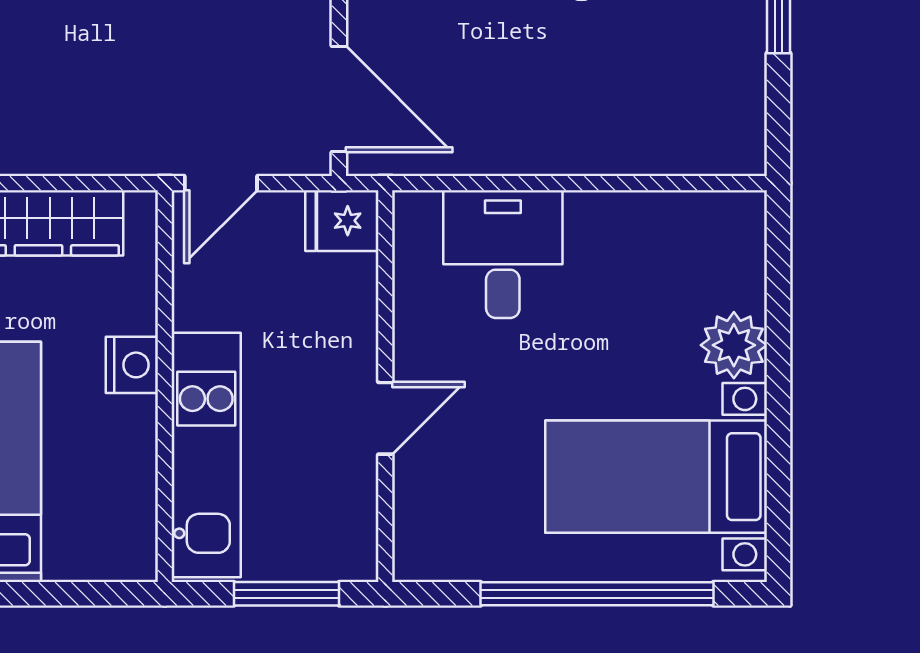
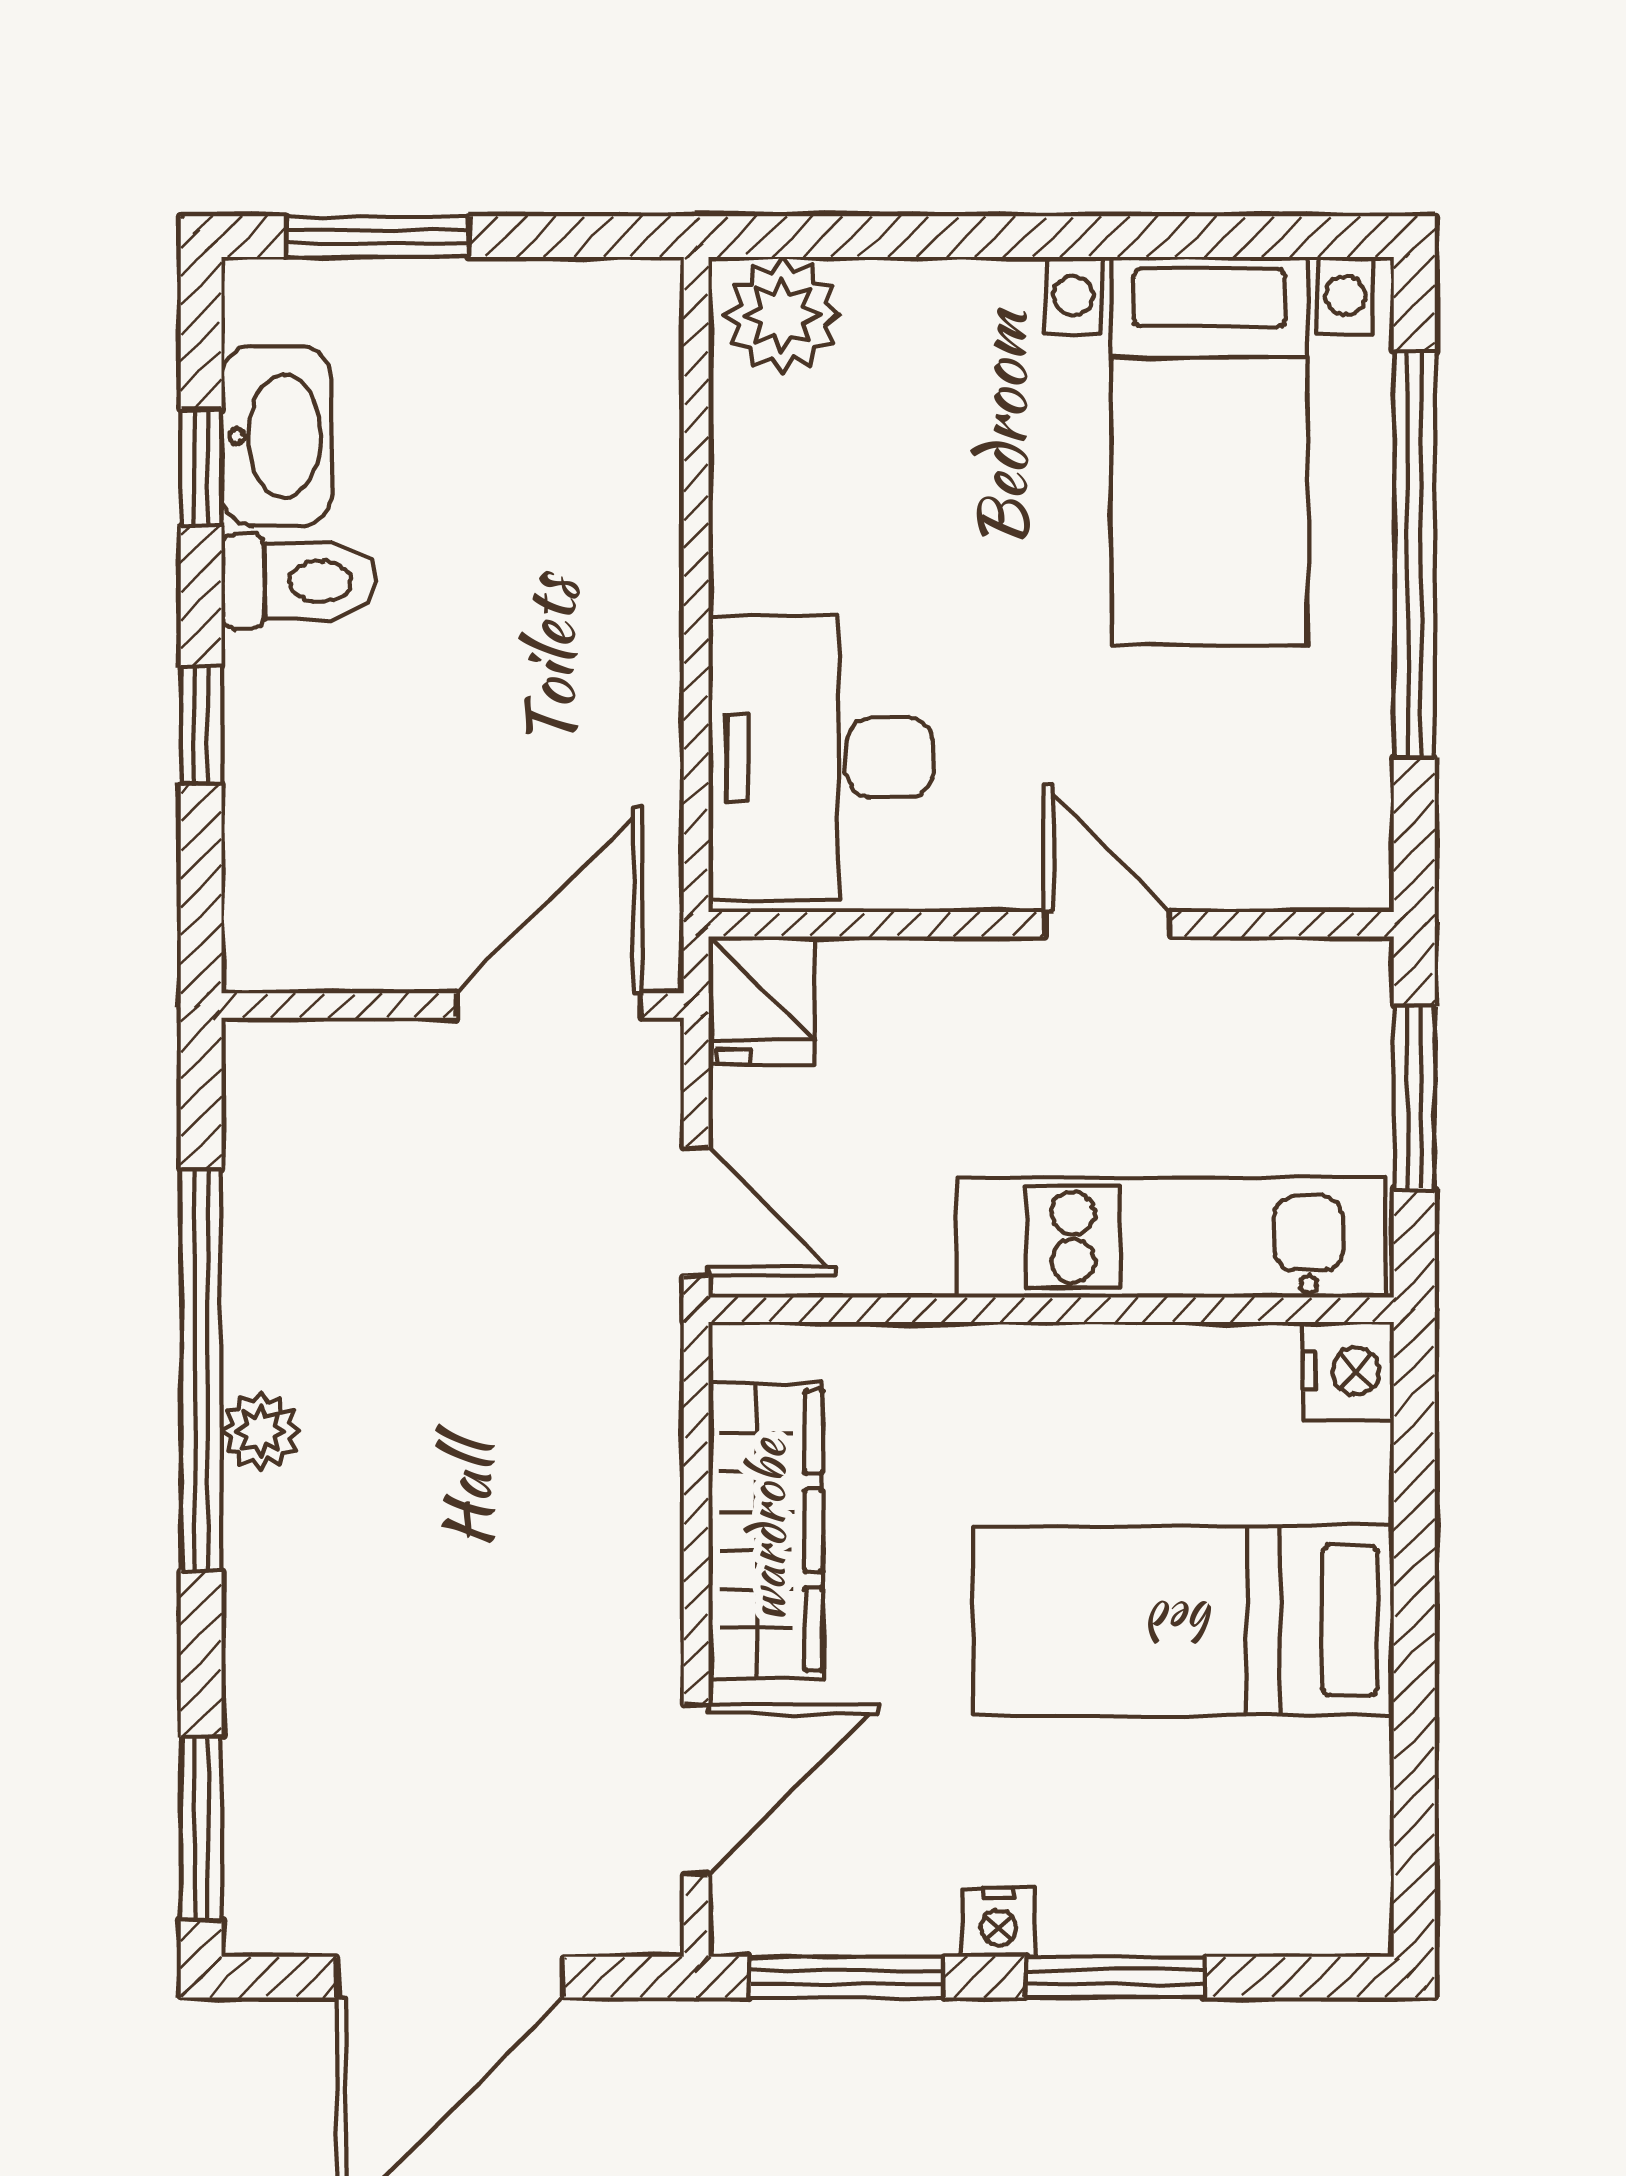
desk: (503, 254) -> (820, 757), width x1.37
plant: (734, 345) -> (782, 315), moved
nightstand: (132, 365) -> (1349, 1371), moved, turned 90

